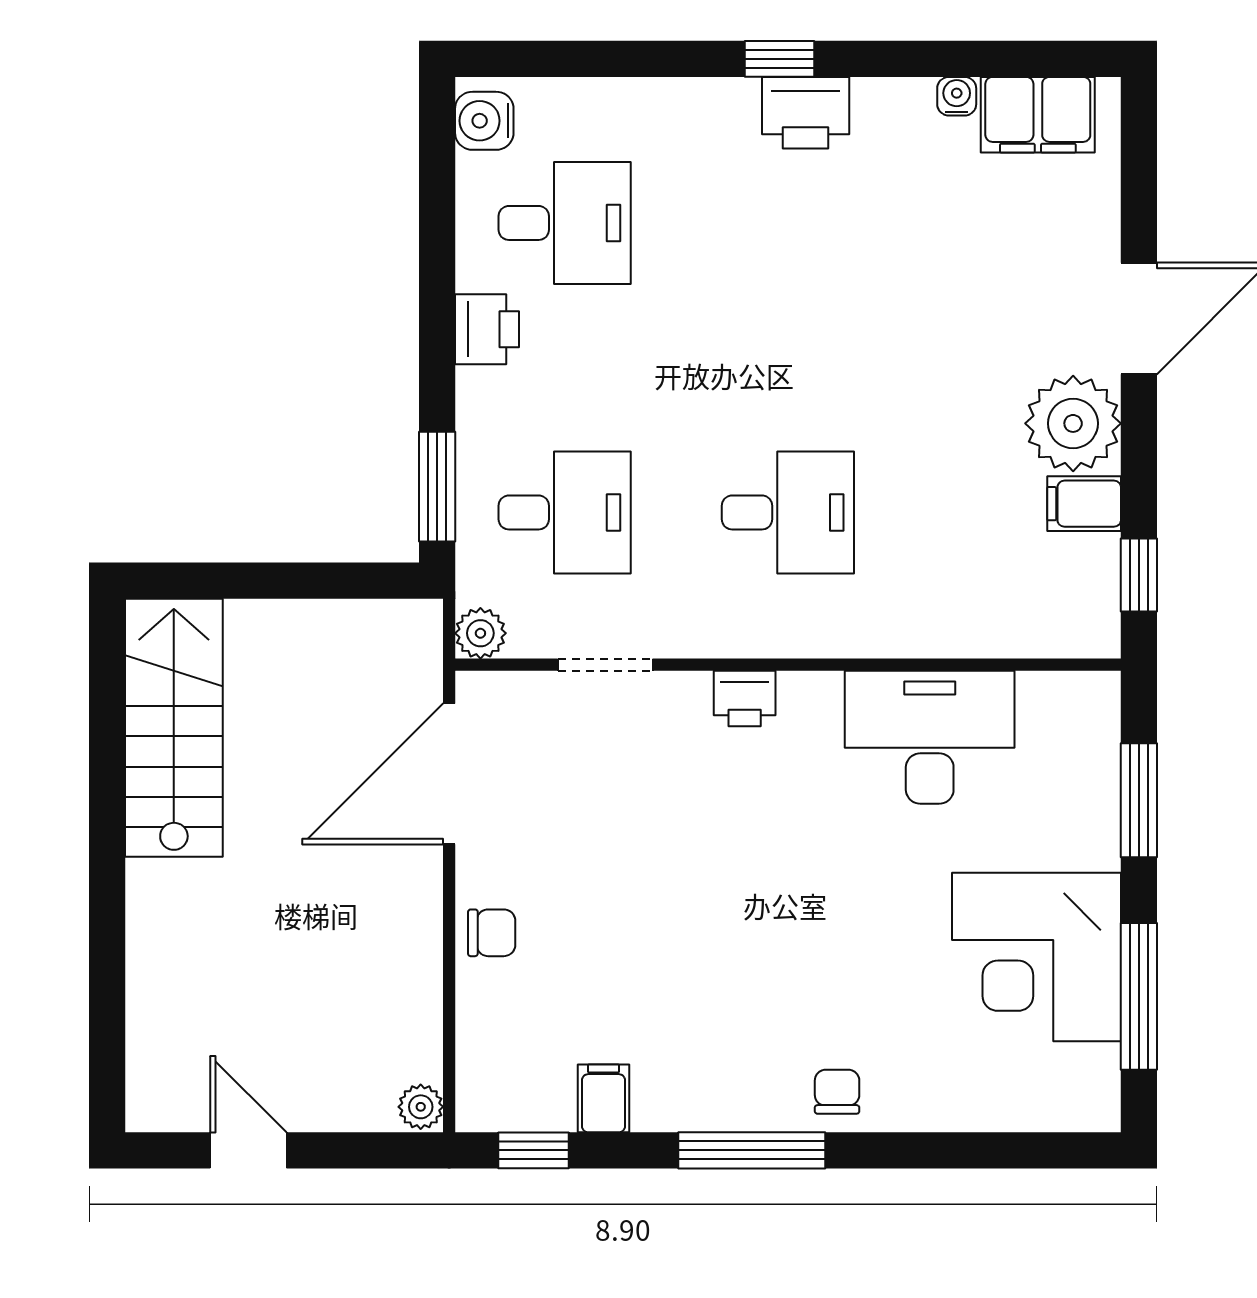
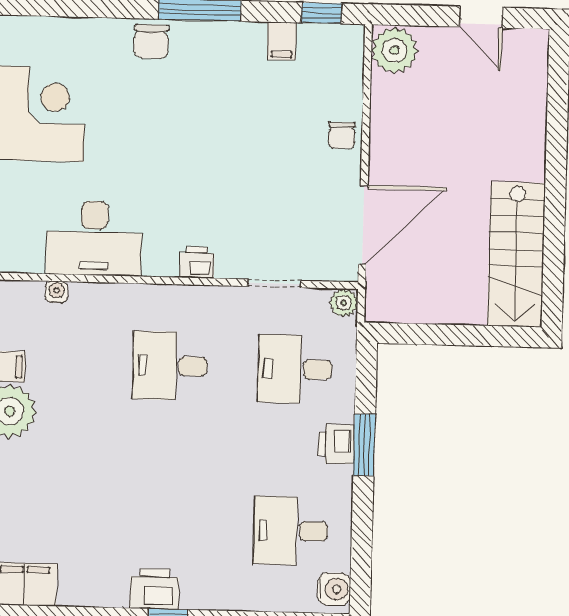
water cooler: (957, 96) -> (57, 292), moved, turned 180
printer: (487, 329) -> (336, 444), moved
window: (437, 487) -> (364, 445), moved
chair: (492, 933) -> (342, 135), turned -90
chair: (837, 1092) -> (151, 41), width x1.37, depth x1.37
plant: (421, 1107) -> (395, 50), width x1.87, depth x1.87

